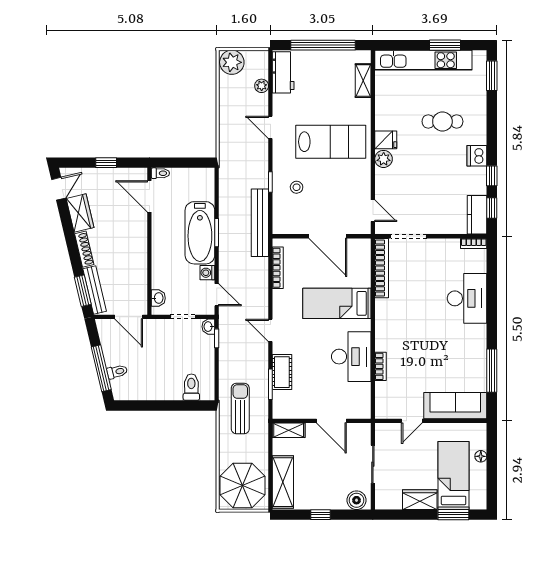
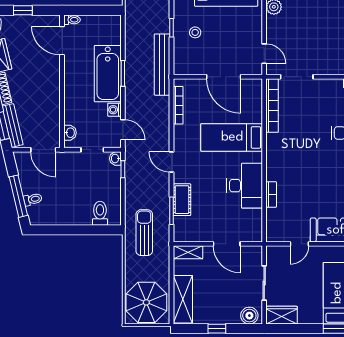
wardrobe: (420, 500) -> (282, 315), moved

